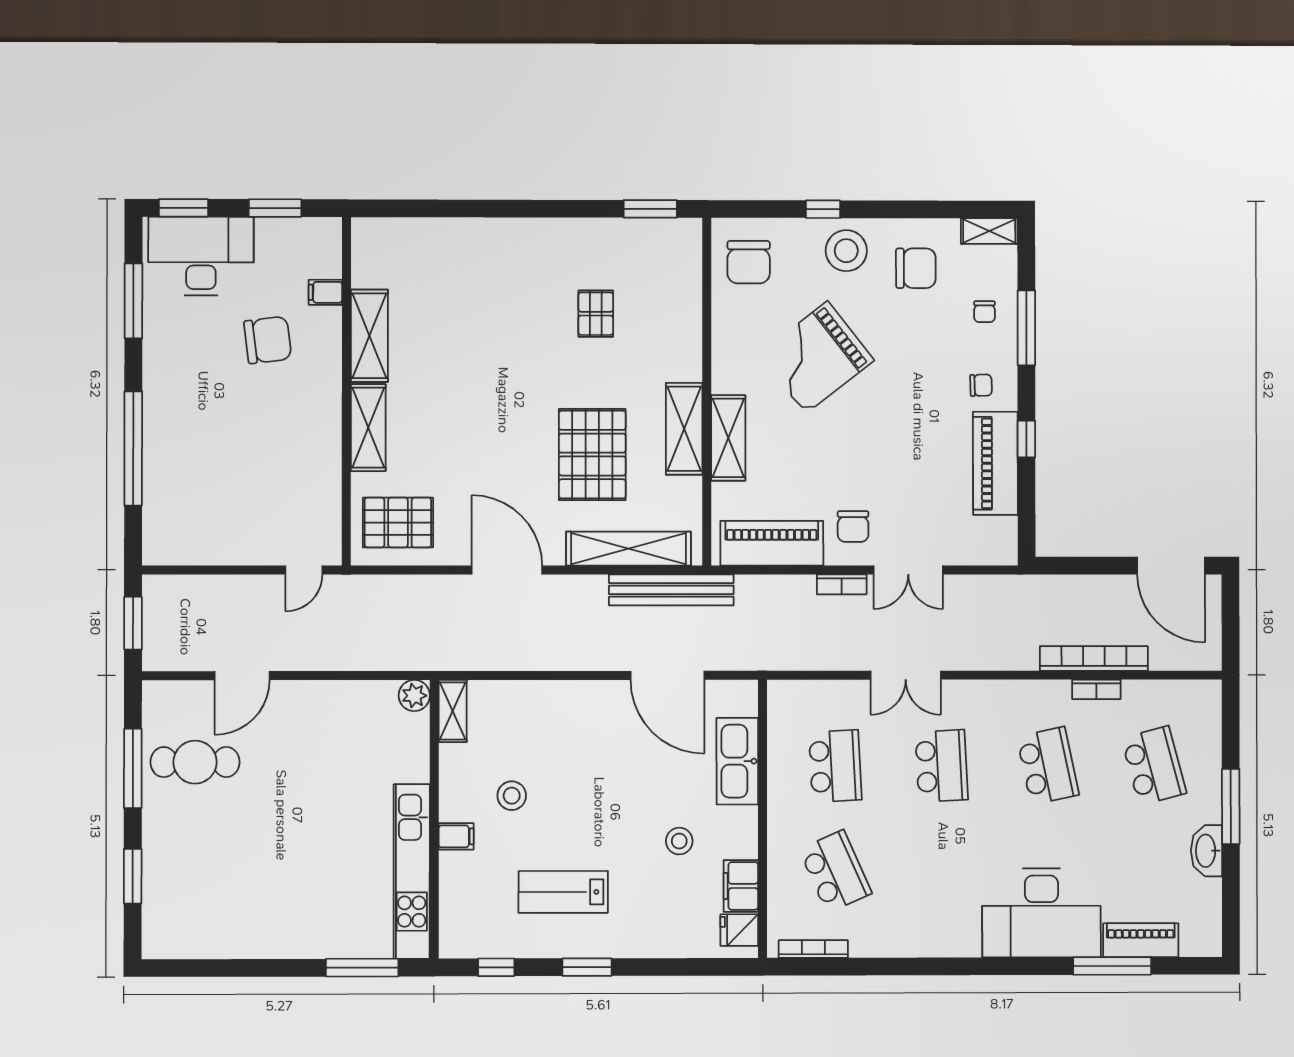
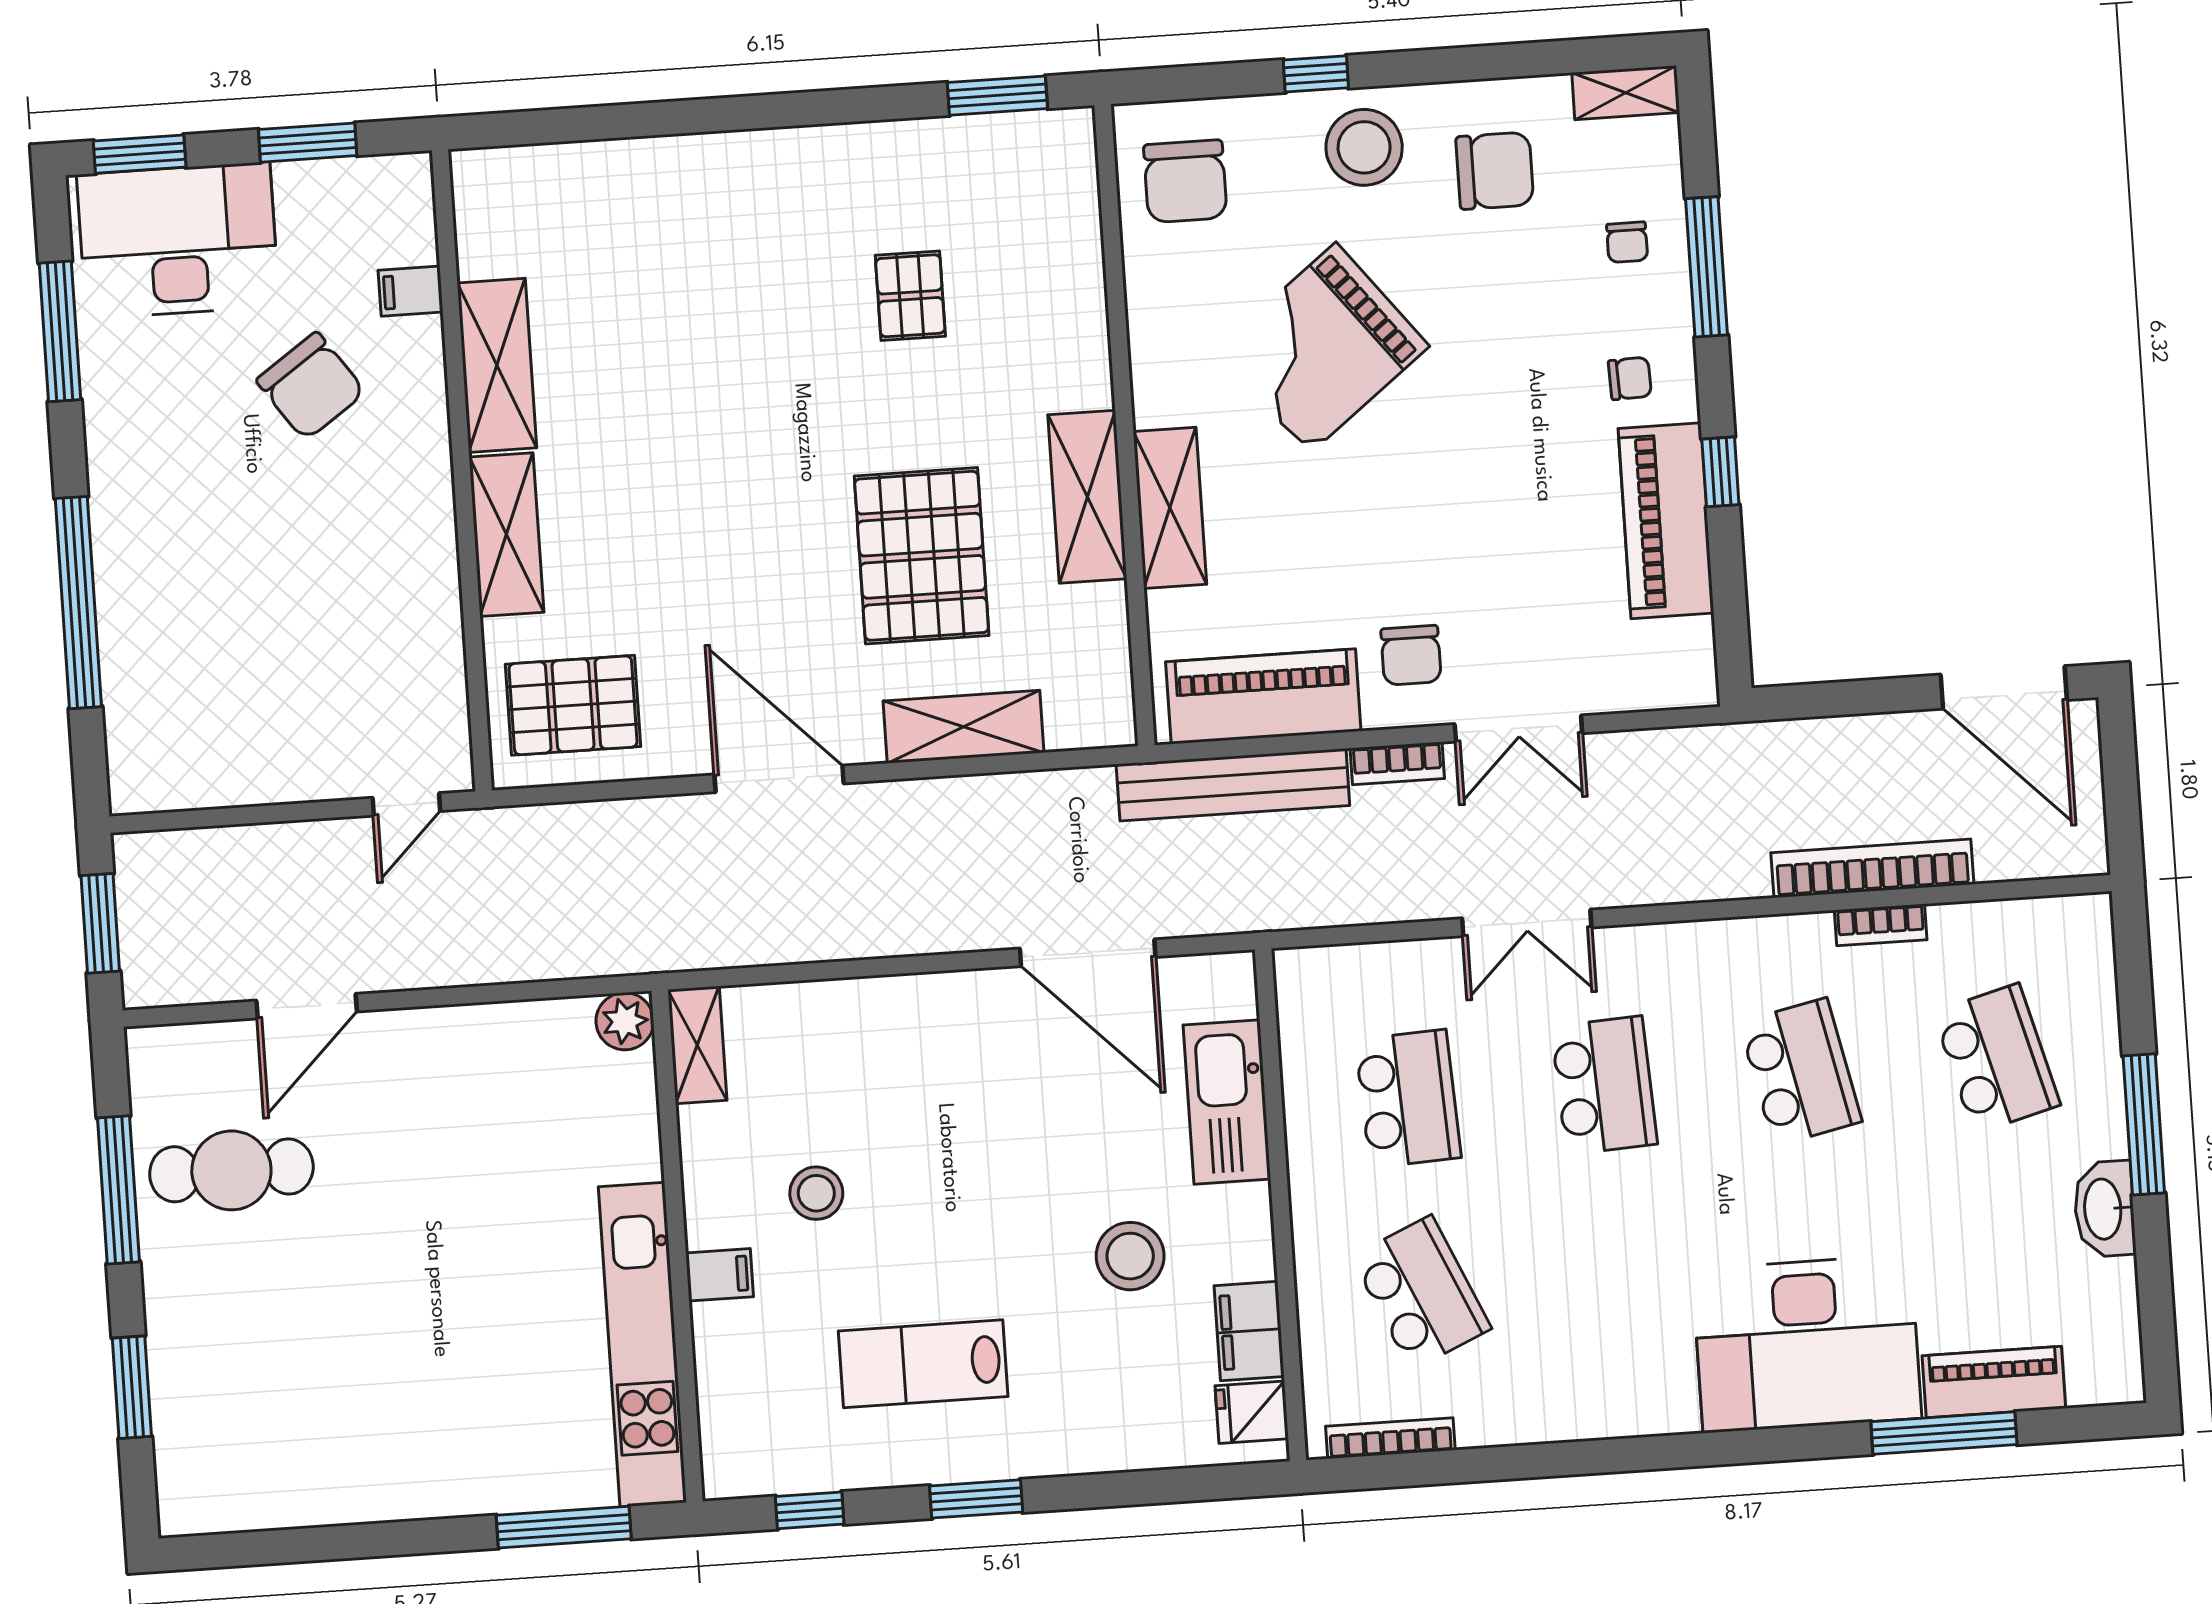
chair: (268, 340) -> (311, 386), turned 62
shelving: (628, 549) -> (963, 727), width x0.68
bench: (671, 590) -> (1233, 785), moved
stool: (679, 841) -> (1130, 1256), width x1.38, depth x1.38

